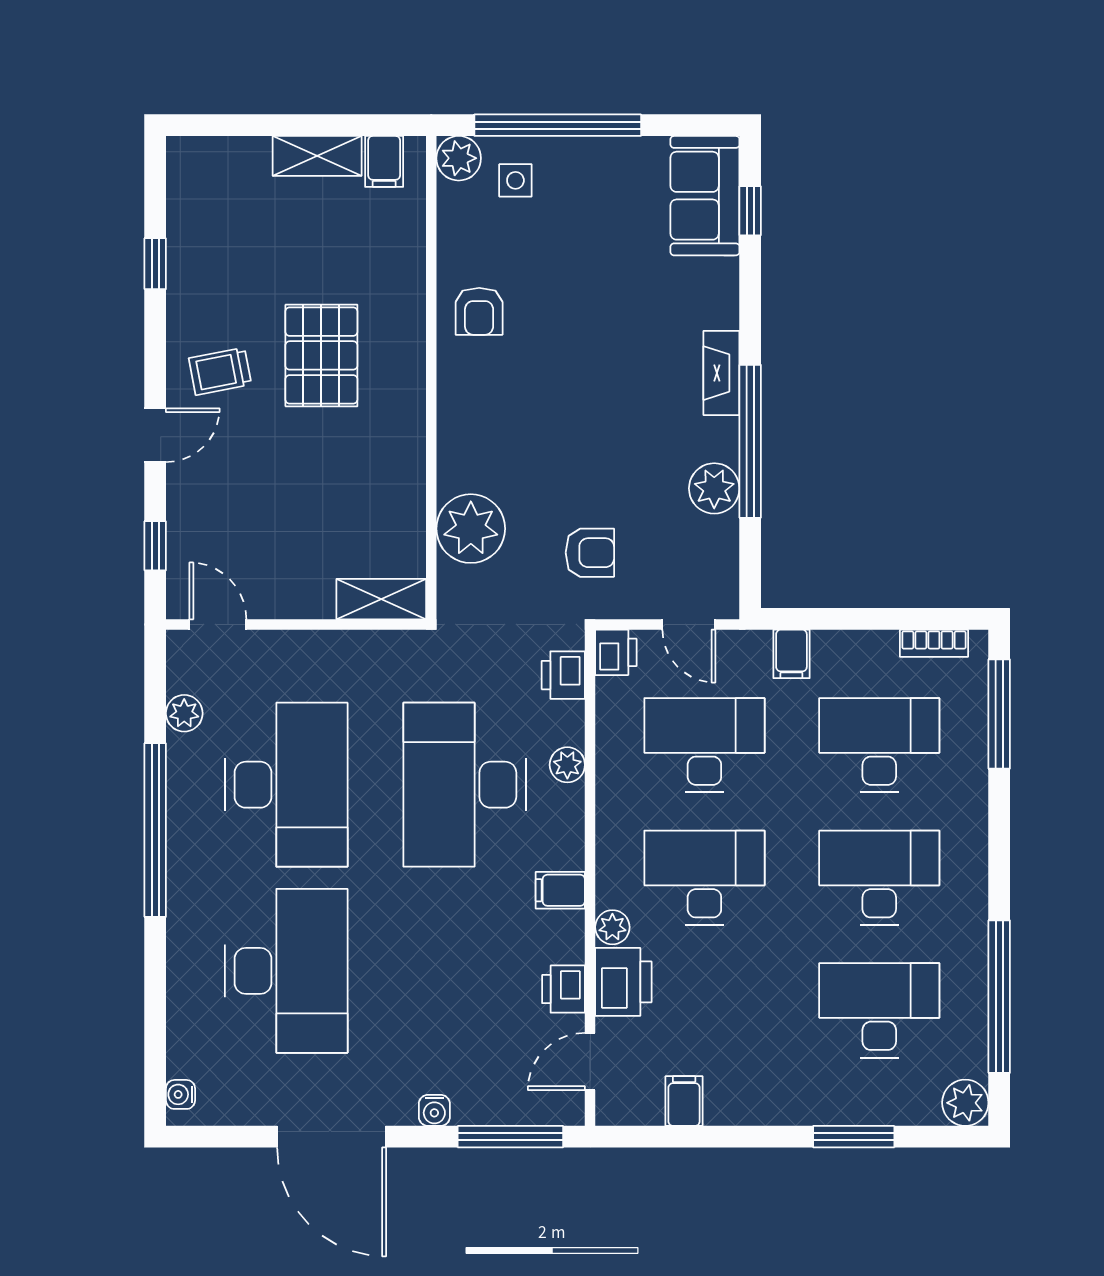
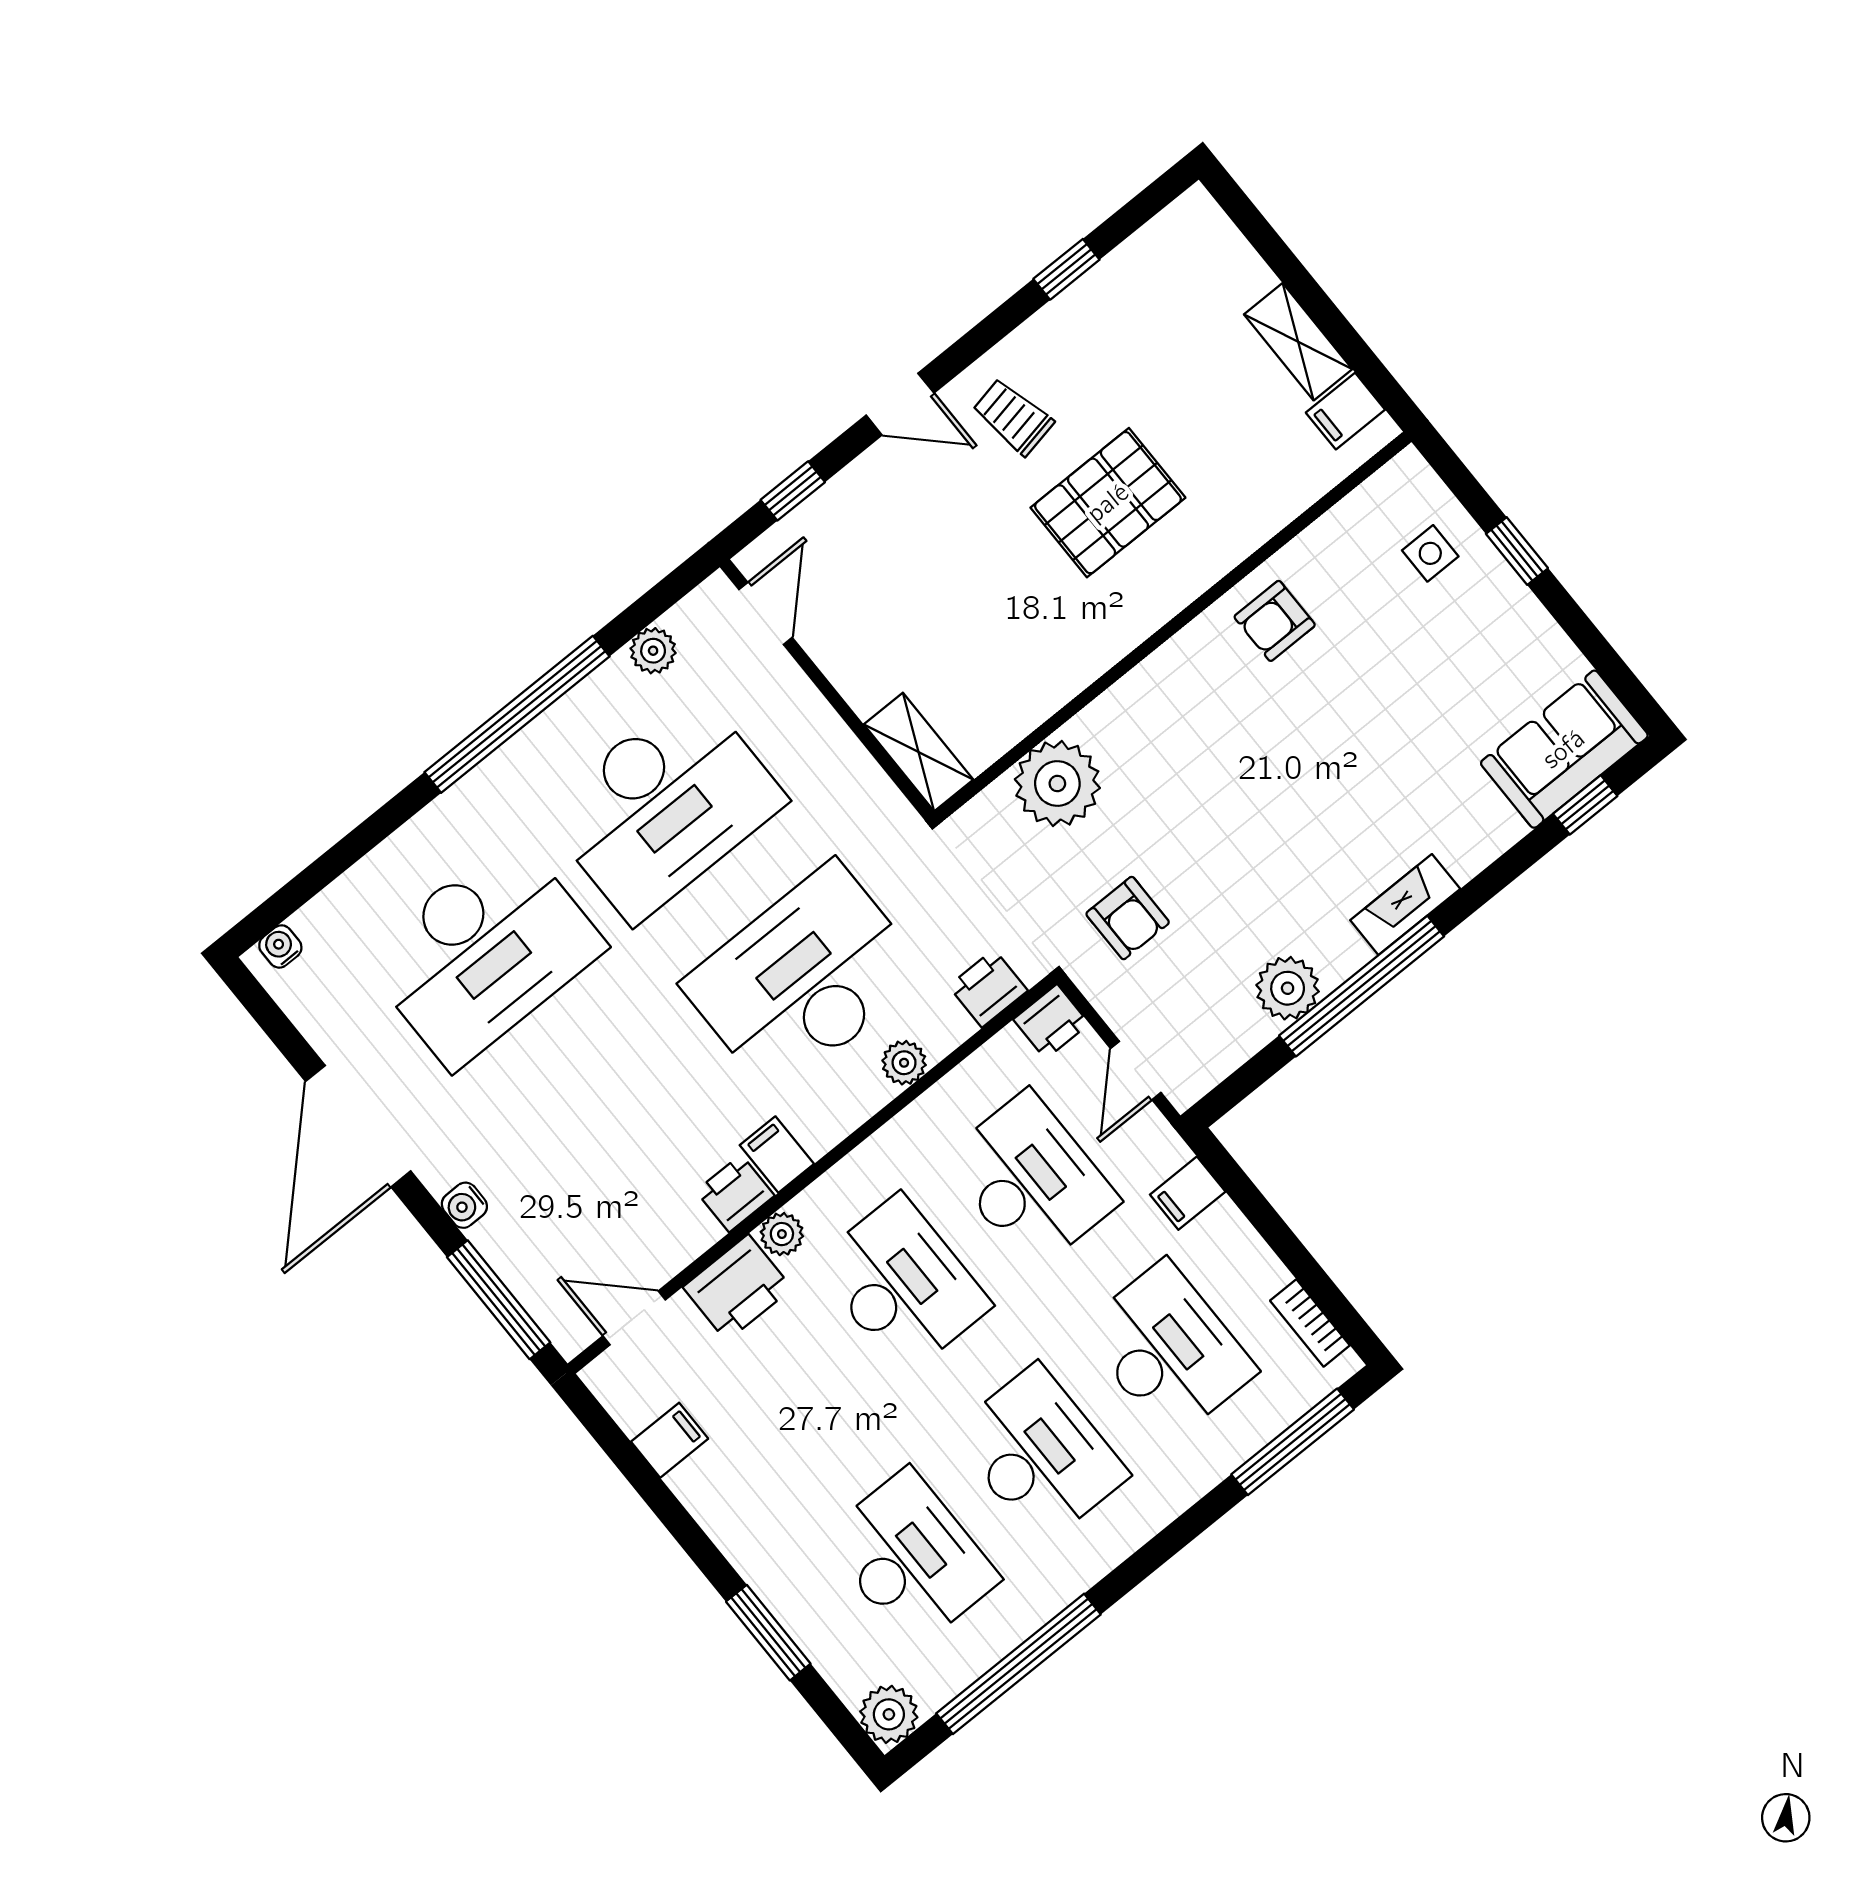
window: (558, 125) -> (1517, 551), width x0.32
plant: (459, 158) -> (1407, 481), removed
printer: (563, 989) -> (735, 1193), moved

